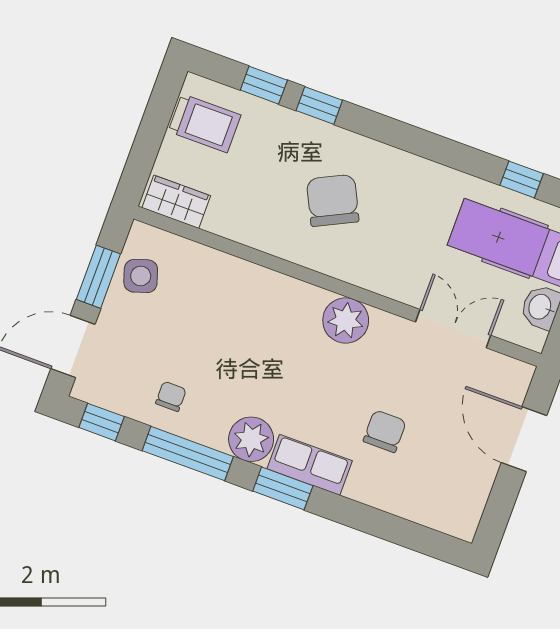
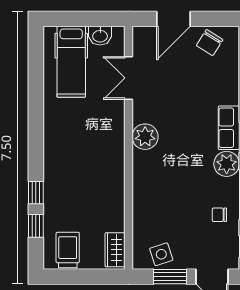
window: (522, 179) -> (36, 71), removed
chair: (333, 200) -> (84, 167), removed
chair: (385, 431) -> (210, 43), moved, turned -58

